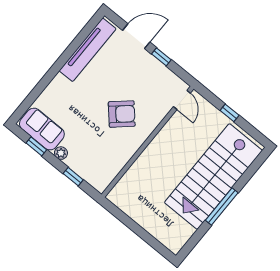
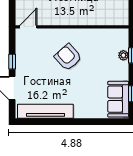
plant: (61, 153) -> (123, 55), moved

